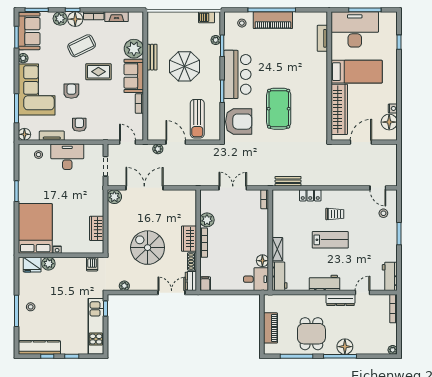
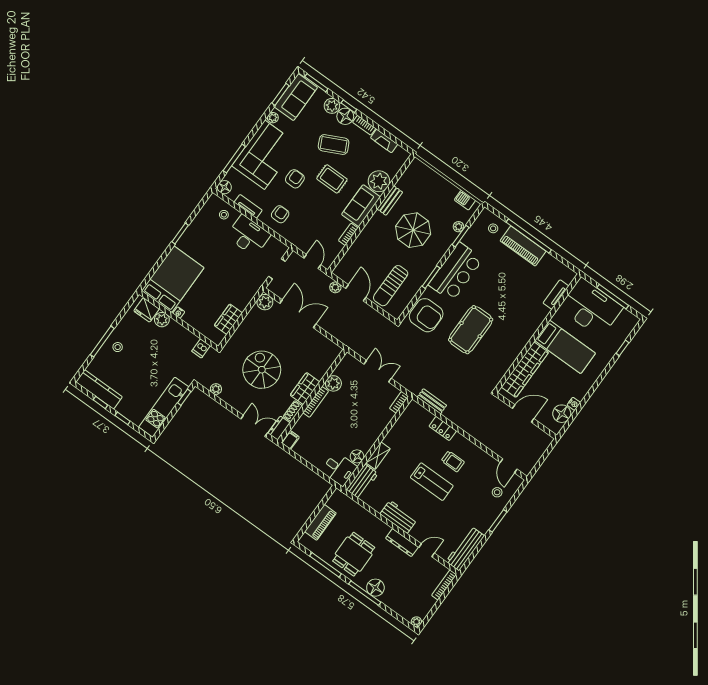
workbench: (390, 276) -> (465, 549), width x1.38

